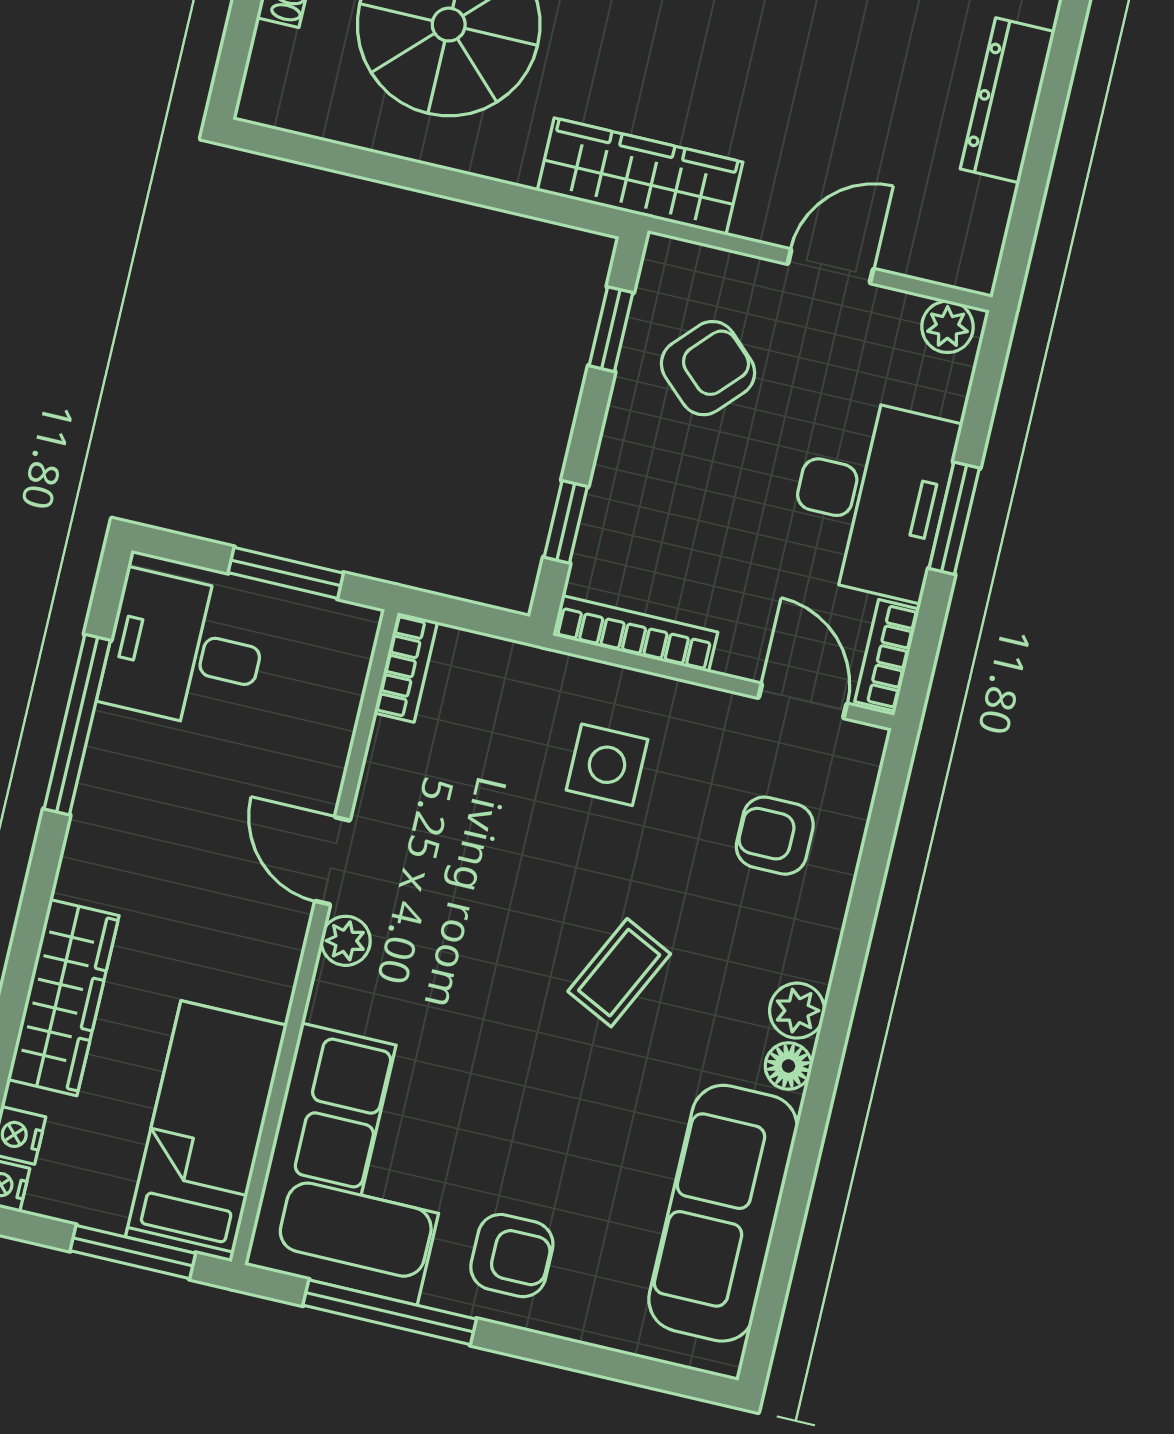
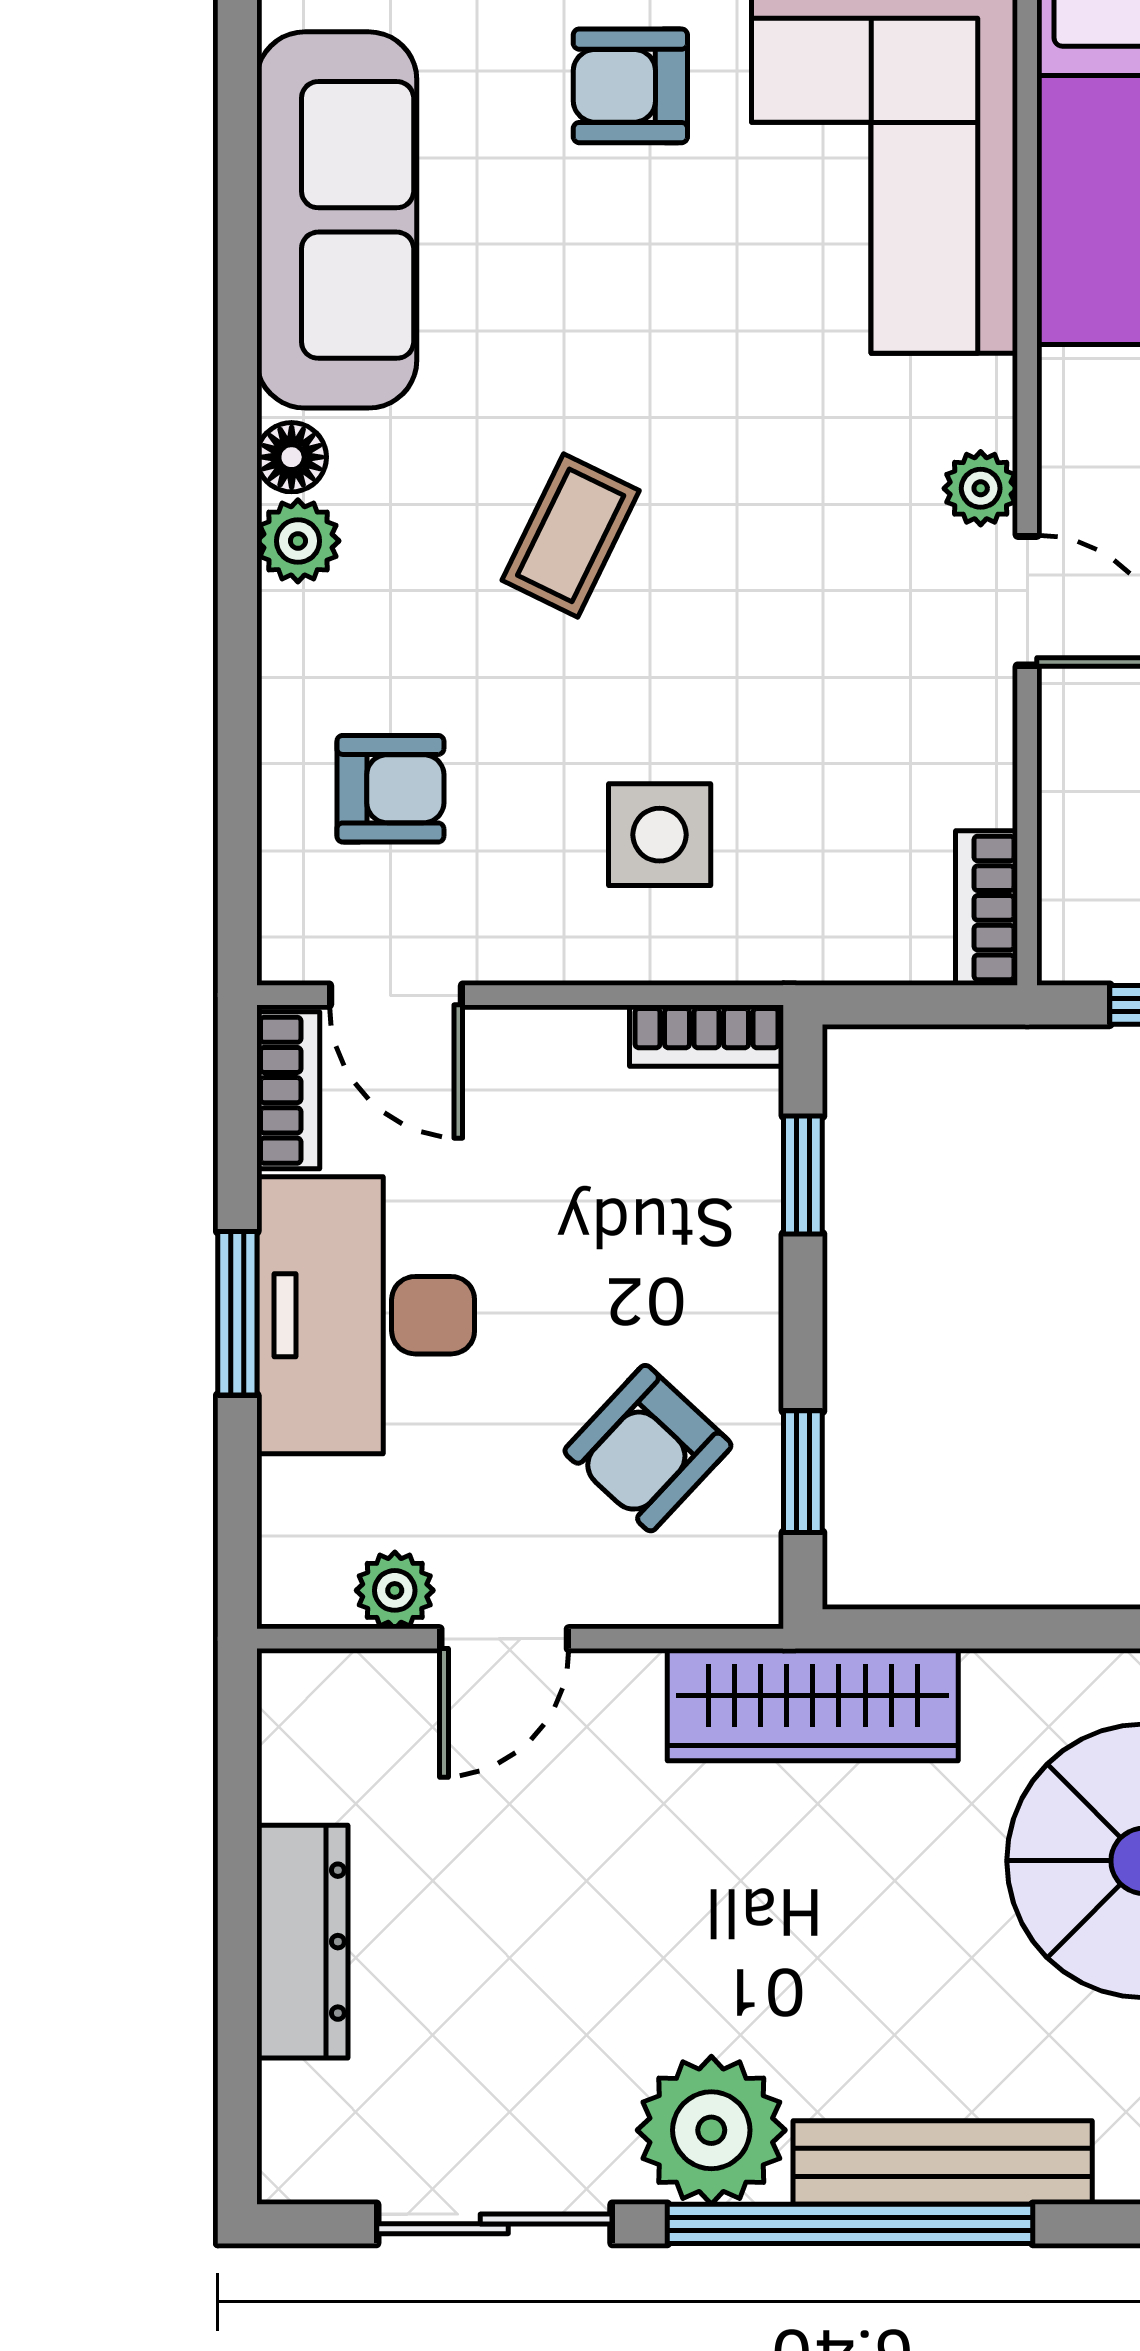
plant: (947, 327) -> (395, 1590), moved
bookcase: (635, 634) -> (707, 1036), width x0.64

